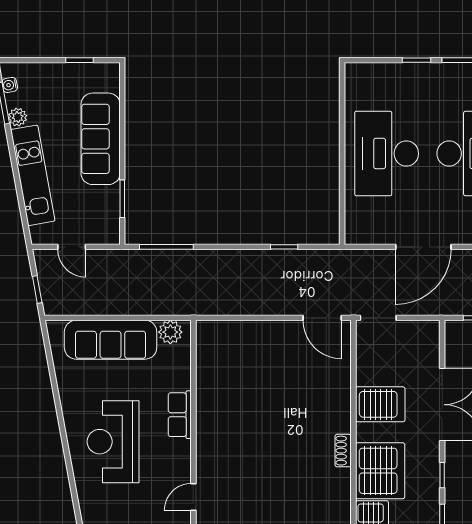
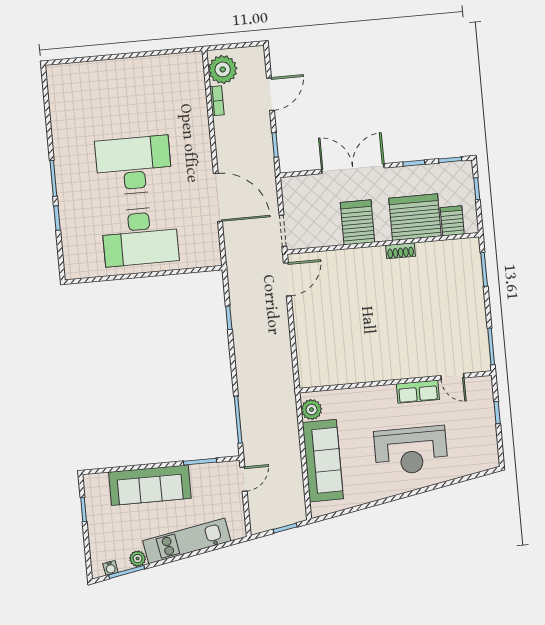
door: (72, 247) -> (244, 479), moved
row of seats: (180, 415) -> (418, 392), moved

